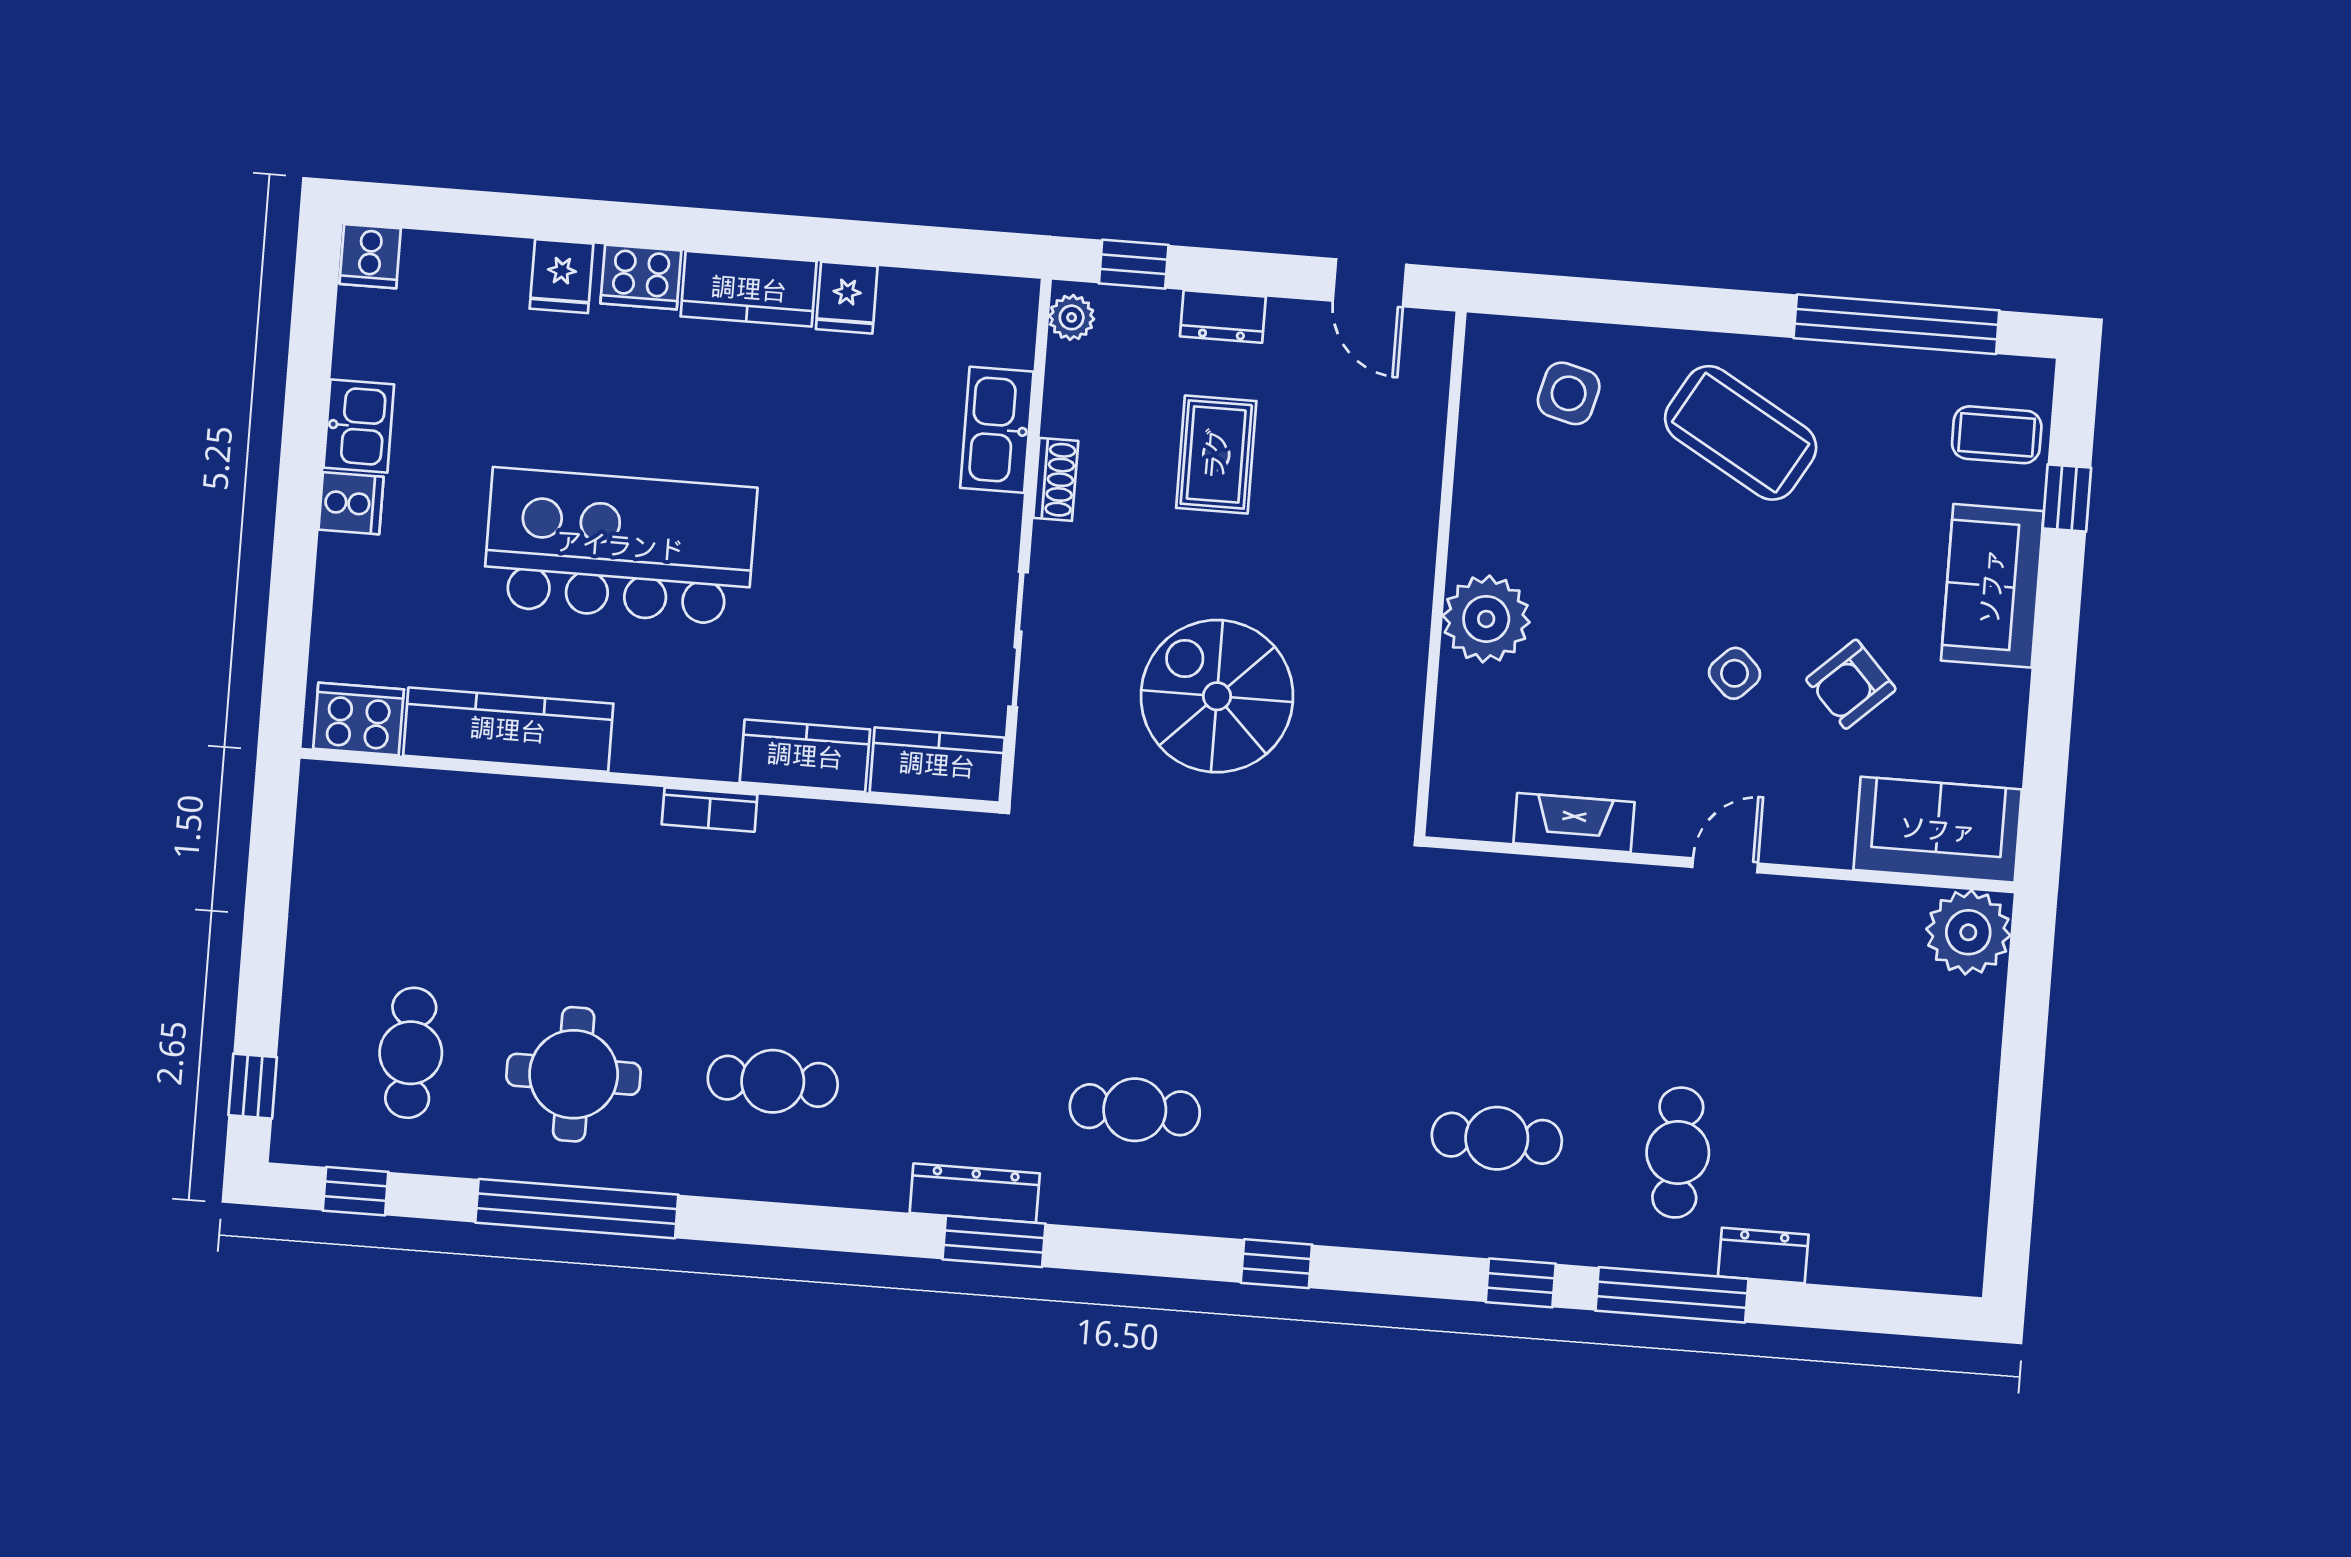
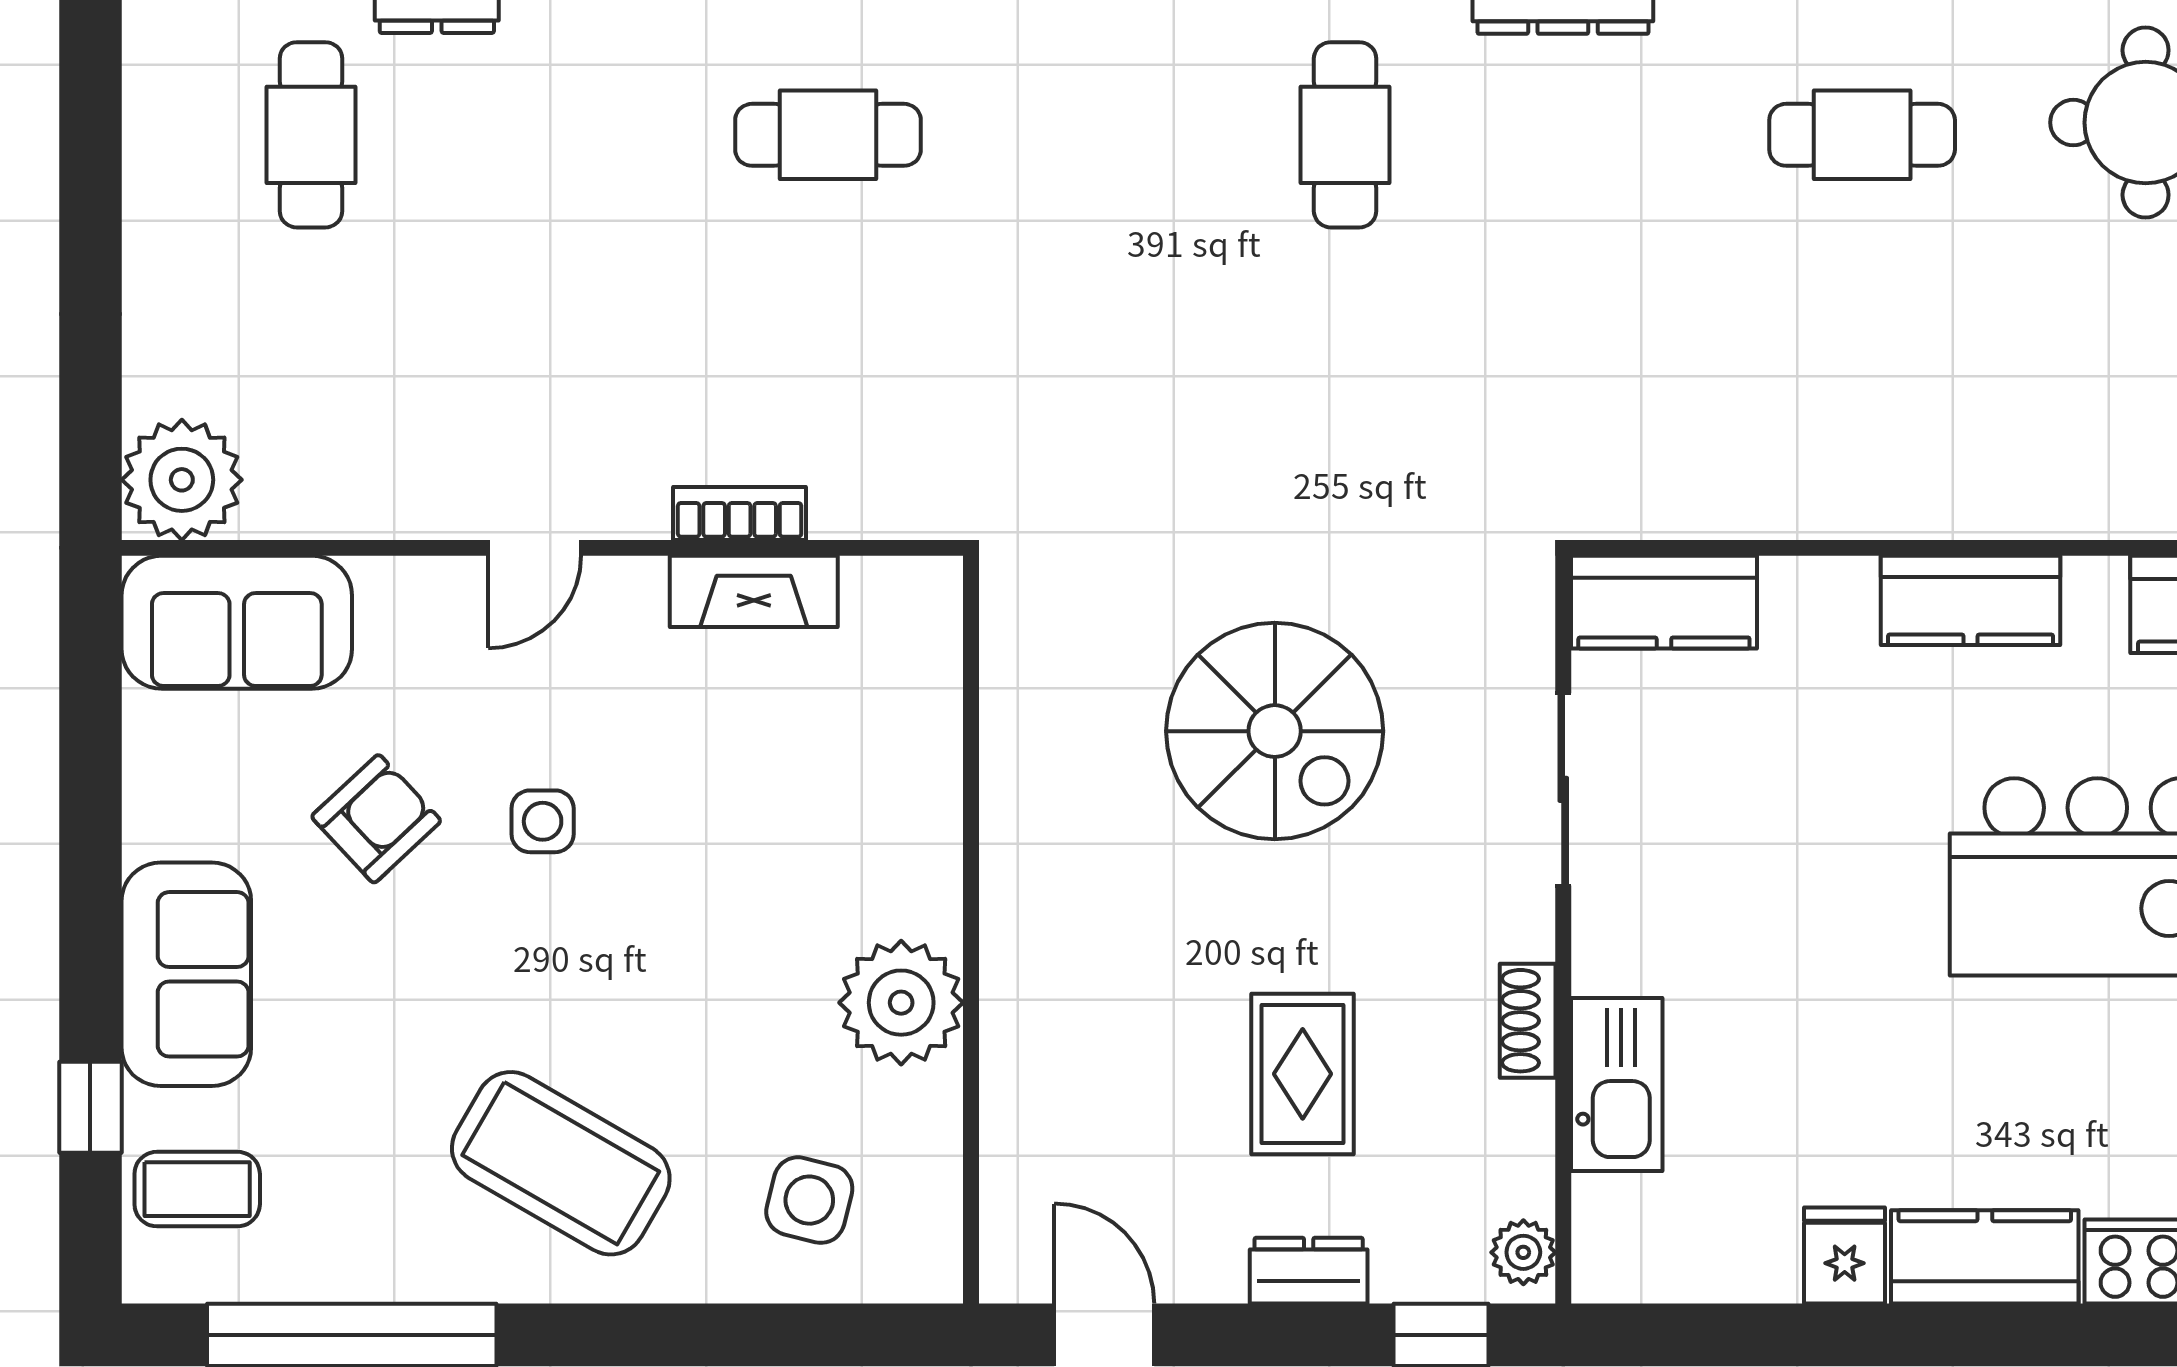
plant: (1486, 619) -> (901, 1003), moved
side table: (1735, 673) -> (543, 821), turned 45
kitchen counter: (805, 756) -> (1971, 600), moved
bookcase: (710, 810) -> (740, 513), moved
cafe table: (1135, 1110) -> (1345, 135), turned 90
cafe table: (1678, 1153) -> (311, 135), moved

